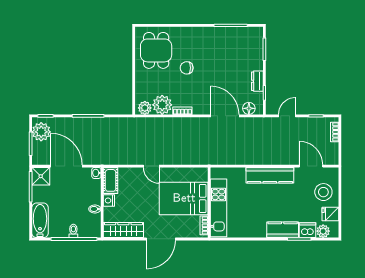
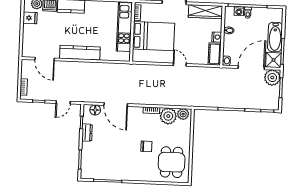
plant: (41, 132) -> (272, 78), moved
door: (66, 166) -> (251, 68), swing flipped
stool: (323, 192) -> (35, 37), removed
bathtub: (40, 220) -> (275, 37), moved
washing machine: (84, 232) -> (239, 11), added

